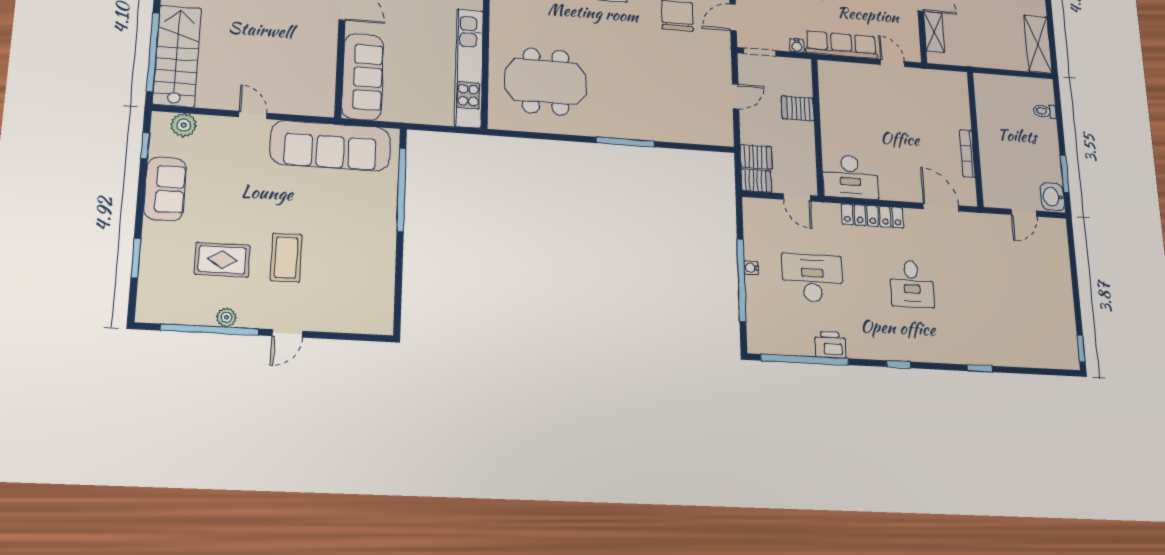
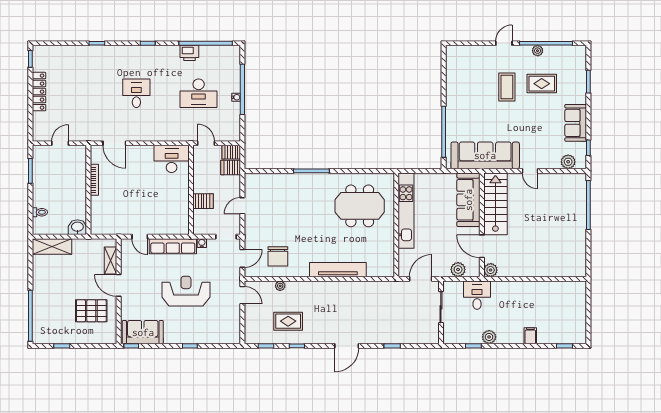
shelving: (1038, 44) -> (52, 247), moved, turned 90
stairs: (177, 56) -> (495, 204), moved, turned 180
washbasin: (1052, 197) -> (77, 227), moved, turned -90
locker: (873, 216) -> (39, 92), moved, turned 90

